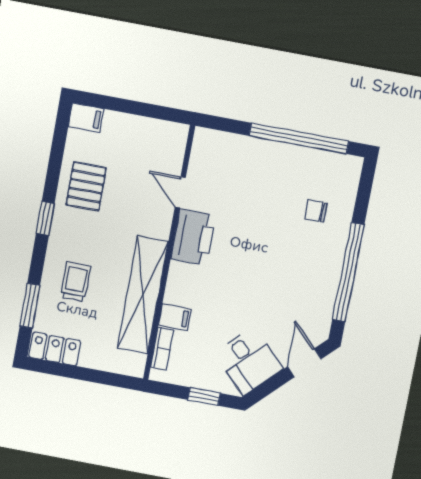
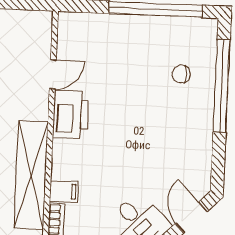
door: (180, 192) -> (53, 74), swing flipped
window: (348, 272) -> (222, 86), moved

